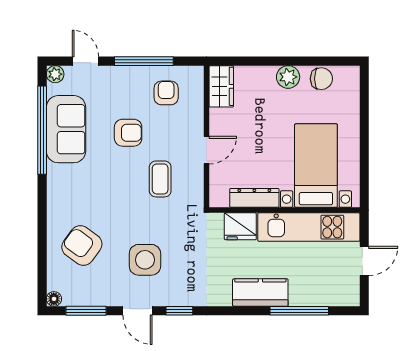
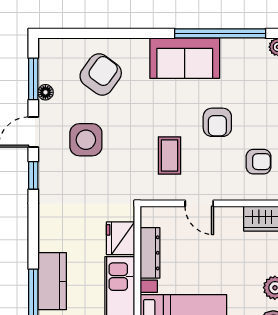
sofa: (66, 129) -> (185, 58), moved
coffee table: (160, 179) -> (170, 156), turned 90
kitchen counter: (260, 293) -> (52, 281), moved
floor lamp: (54, 299) -> (45, 92), moved

